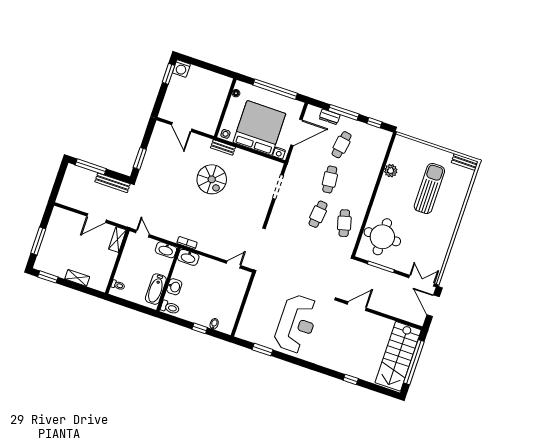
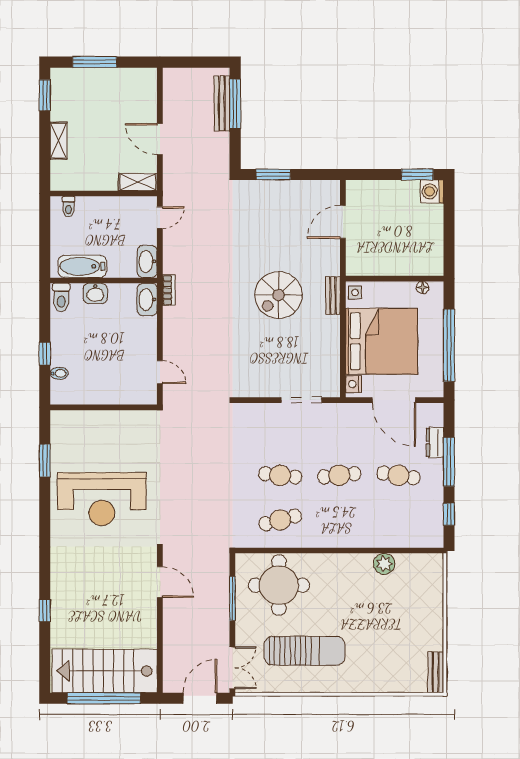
bench: (112, 183) -> (222, 103), moved
sun lounger: (429, 189) -> (305, 651), moved

